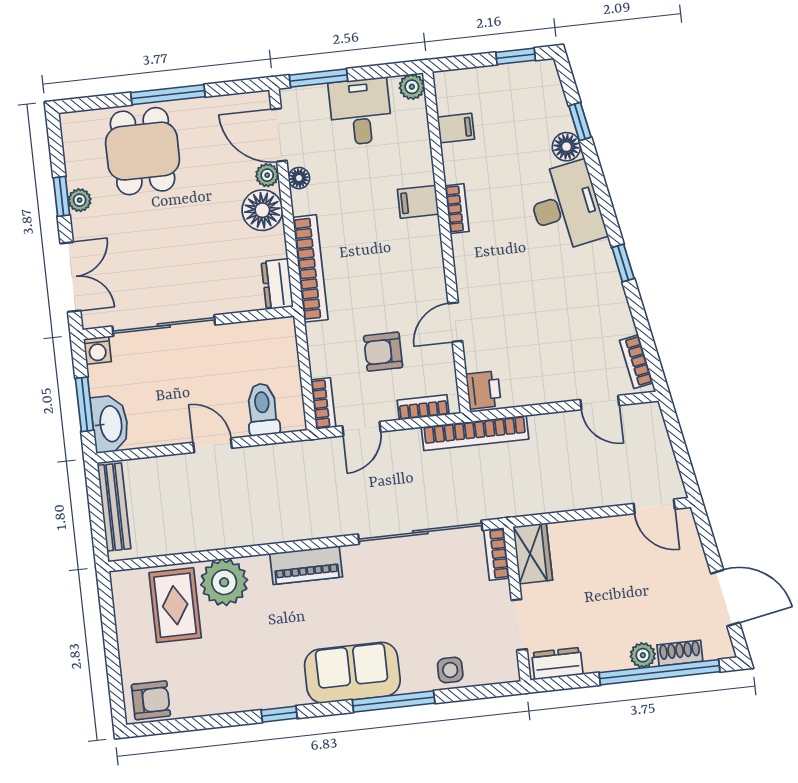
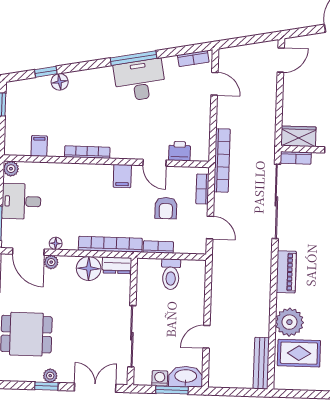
door: (279, 135) -> (28, 252), hinge flipped
filing cabinet: (418, 202) -> (122, 176), moved
desk: (566, 207) -> (140, 80), moved
bookcase: (457, 209) -> (87, 152), width x1.56
floor lamp: (262, 210) -> (89, 268), moved
window: (623, 263) -> (134, 58), width x2.17
washing machine: (97, 350) -> (160, 378), moved, turned -90
printer: (484, 390) -> (180, 151), moved
bookcase: (323, 403) -> (158, 247), moved
door: (600, 403) -> (214, 84), hinge flipped
toilet: (263, 409) -> (171, 274), moved, turned -90
door: (213, 445) -> (206, 337), moved
bench: (114, 507) -> (261, 363), moved, turned 90

